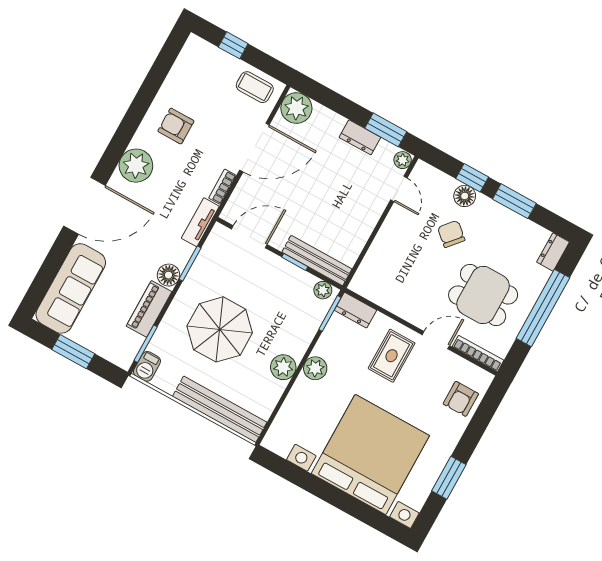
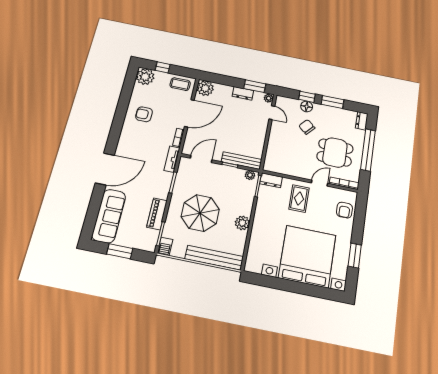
plant: (136, 166) -> (145, 77), moved
floor lamp: (168, 275) -> (163, 192), removed
plant: (315, 368) -> (260, 218), removed

